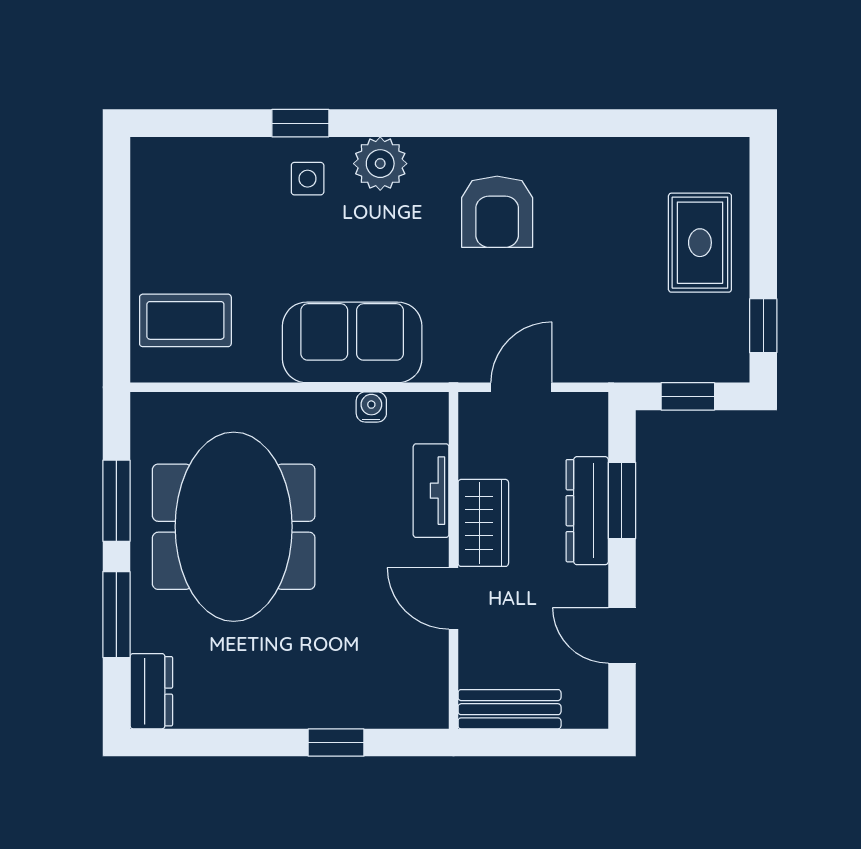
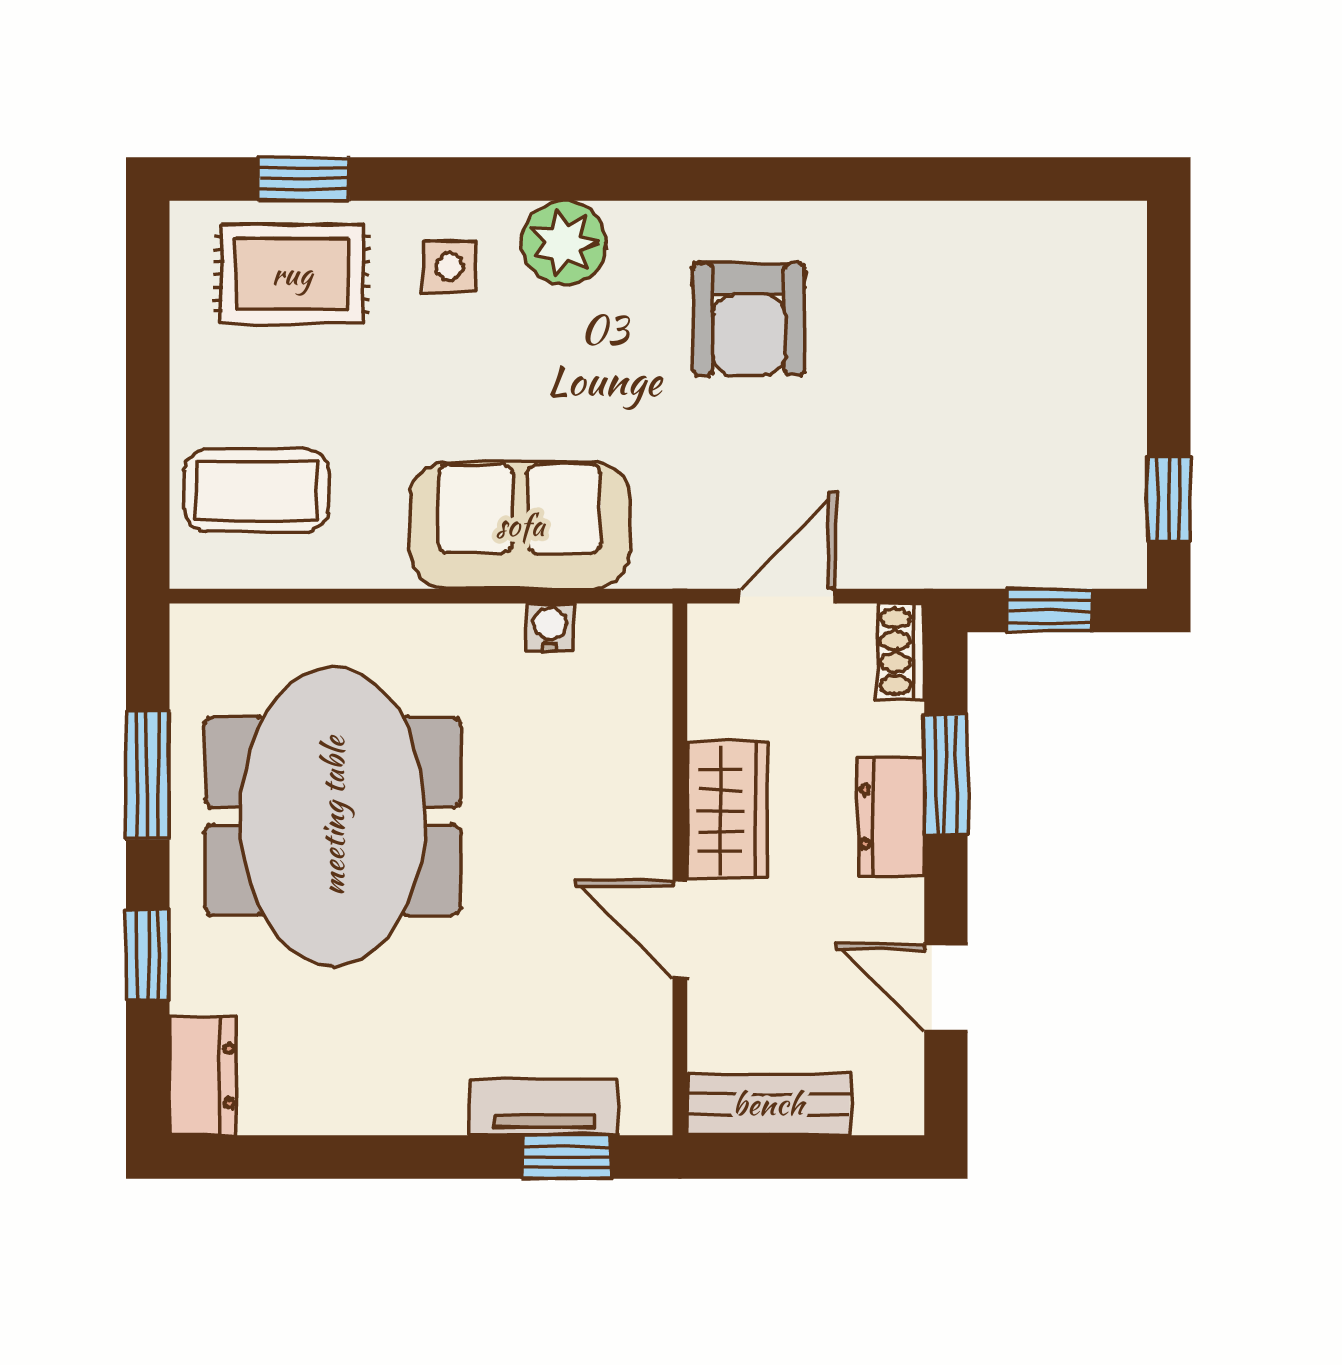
window: (300, 123) -> (304, 179), moved
rug: (700, 243) -> (292, 274), moved, turned 90
shoe rack: (593, 422) -> (901, 652), added
tv unit: (431, 491) -> (544, 1107), moved, turned 90
dresser: (587, 511) -> (891, 817), width x0.70
window: (116, 615) -> (148, 955), width x0.67
window: (336, 743) -> (566, 1157), moved

